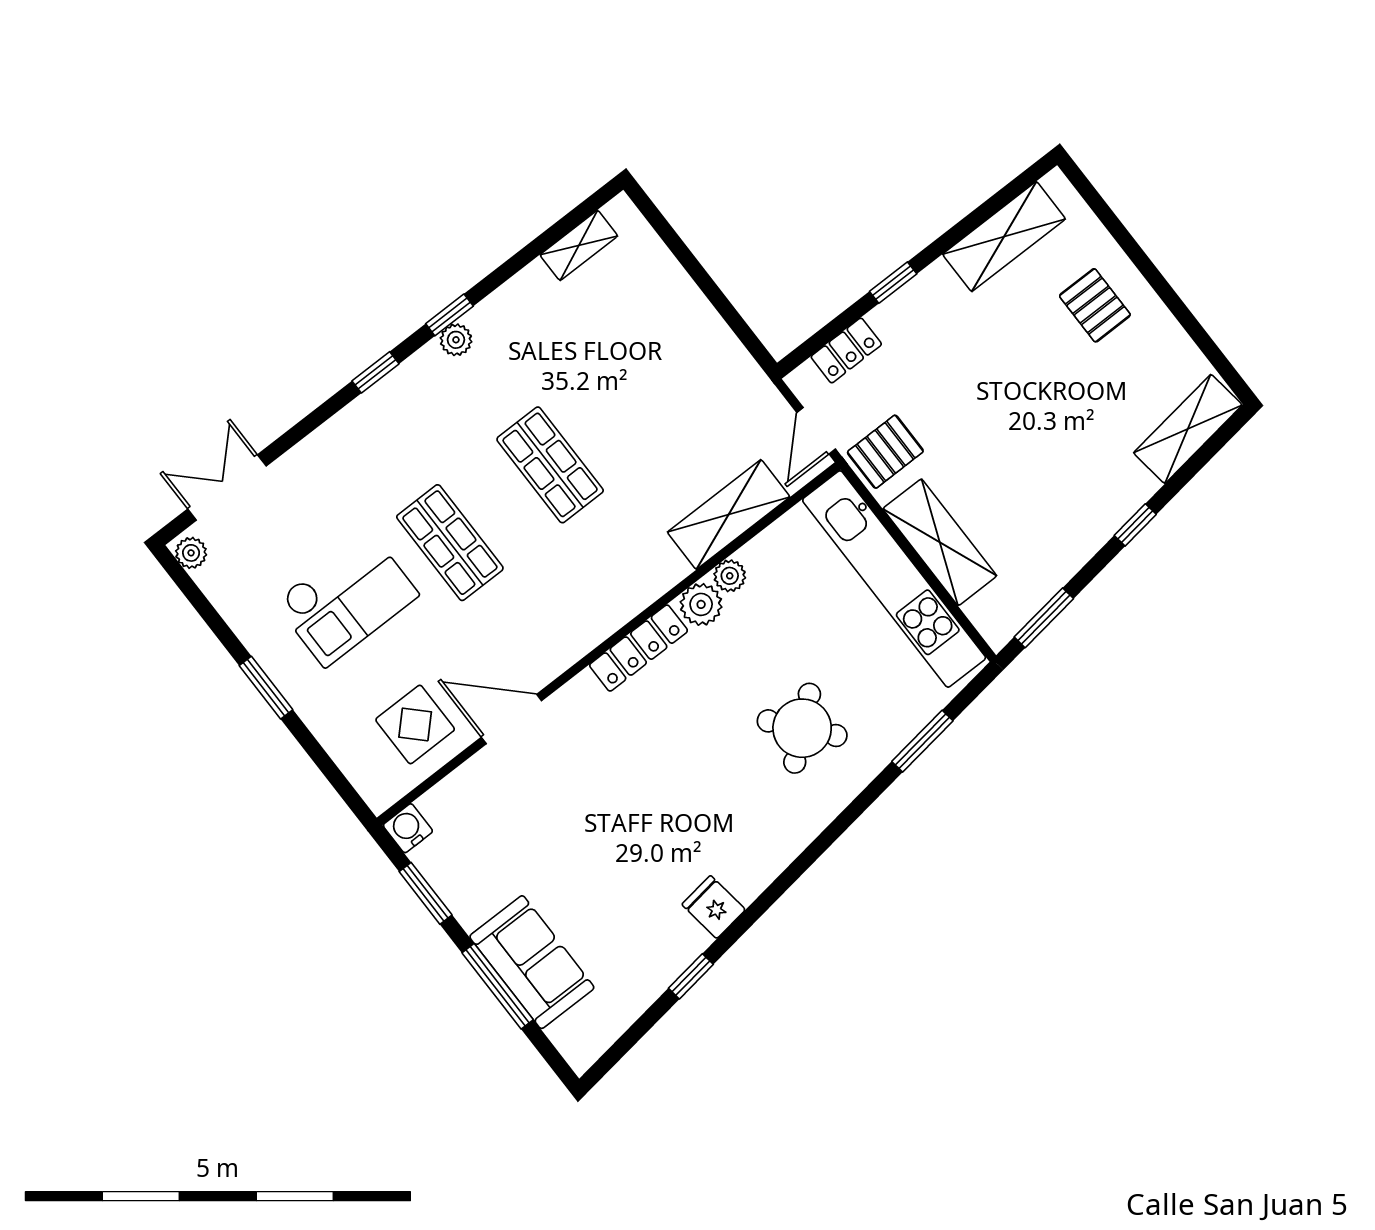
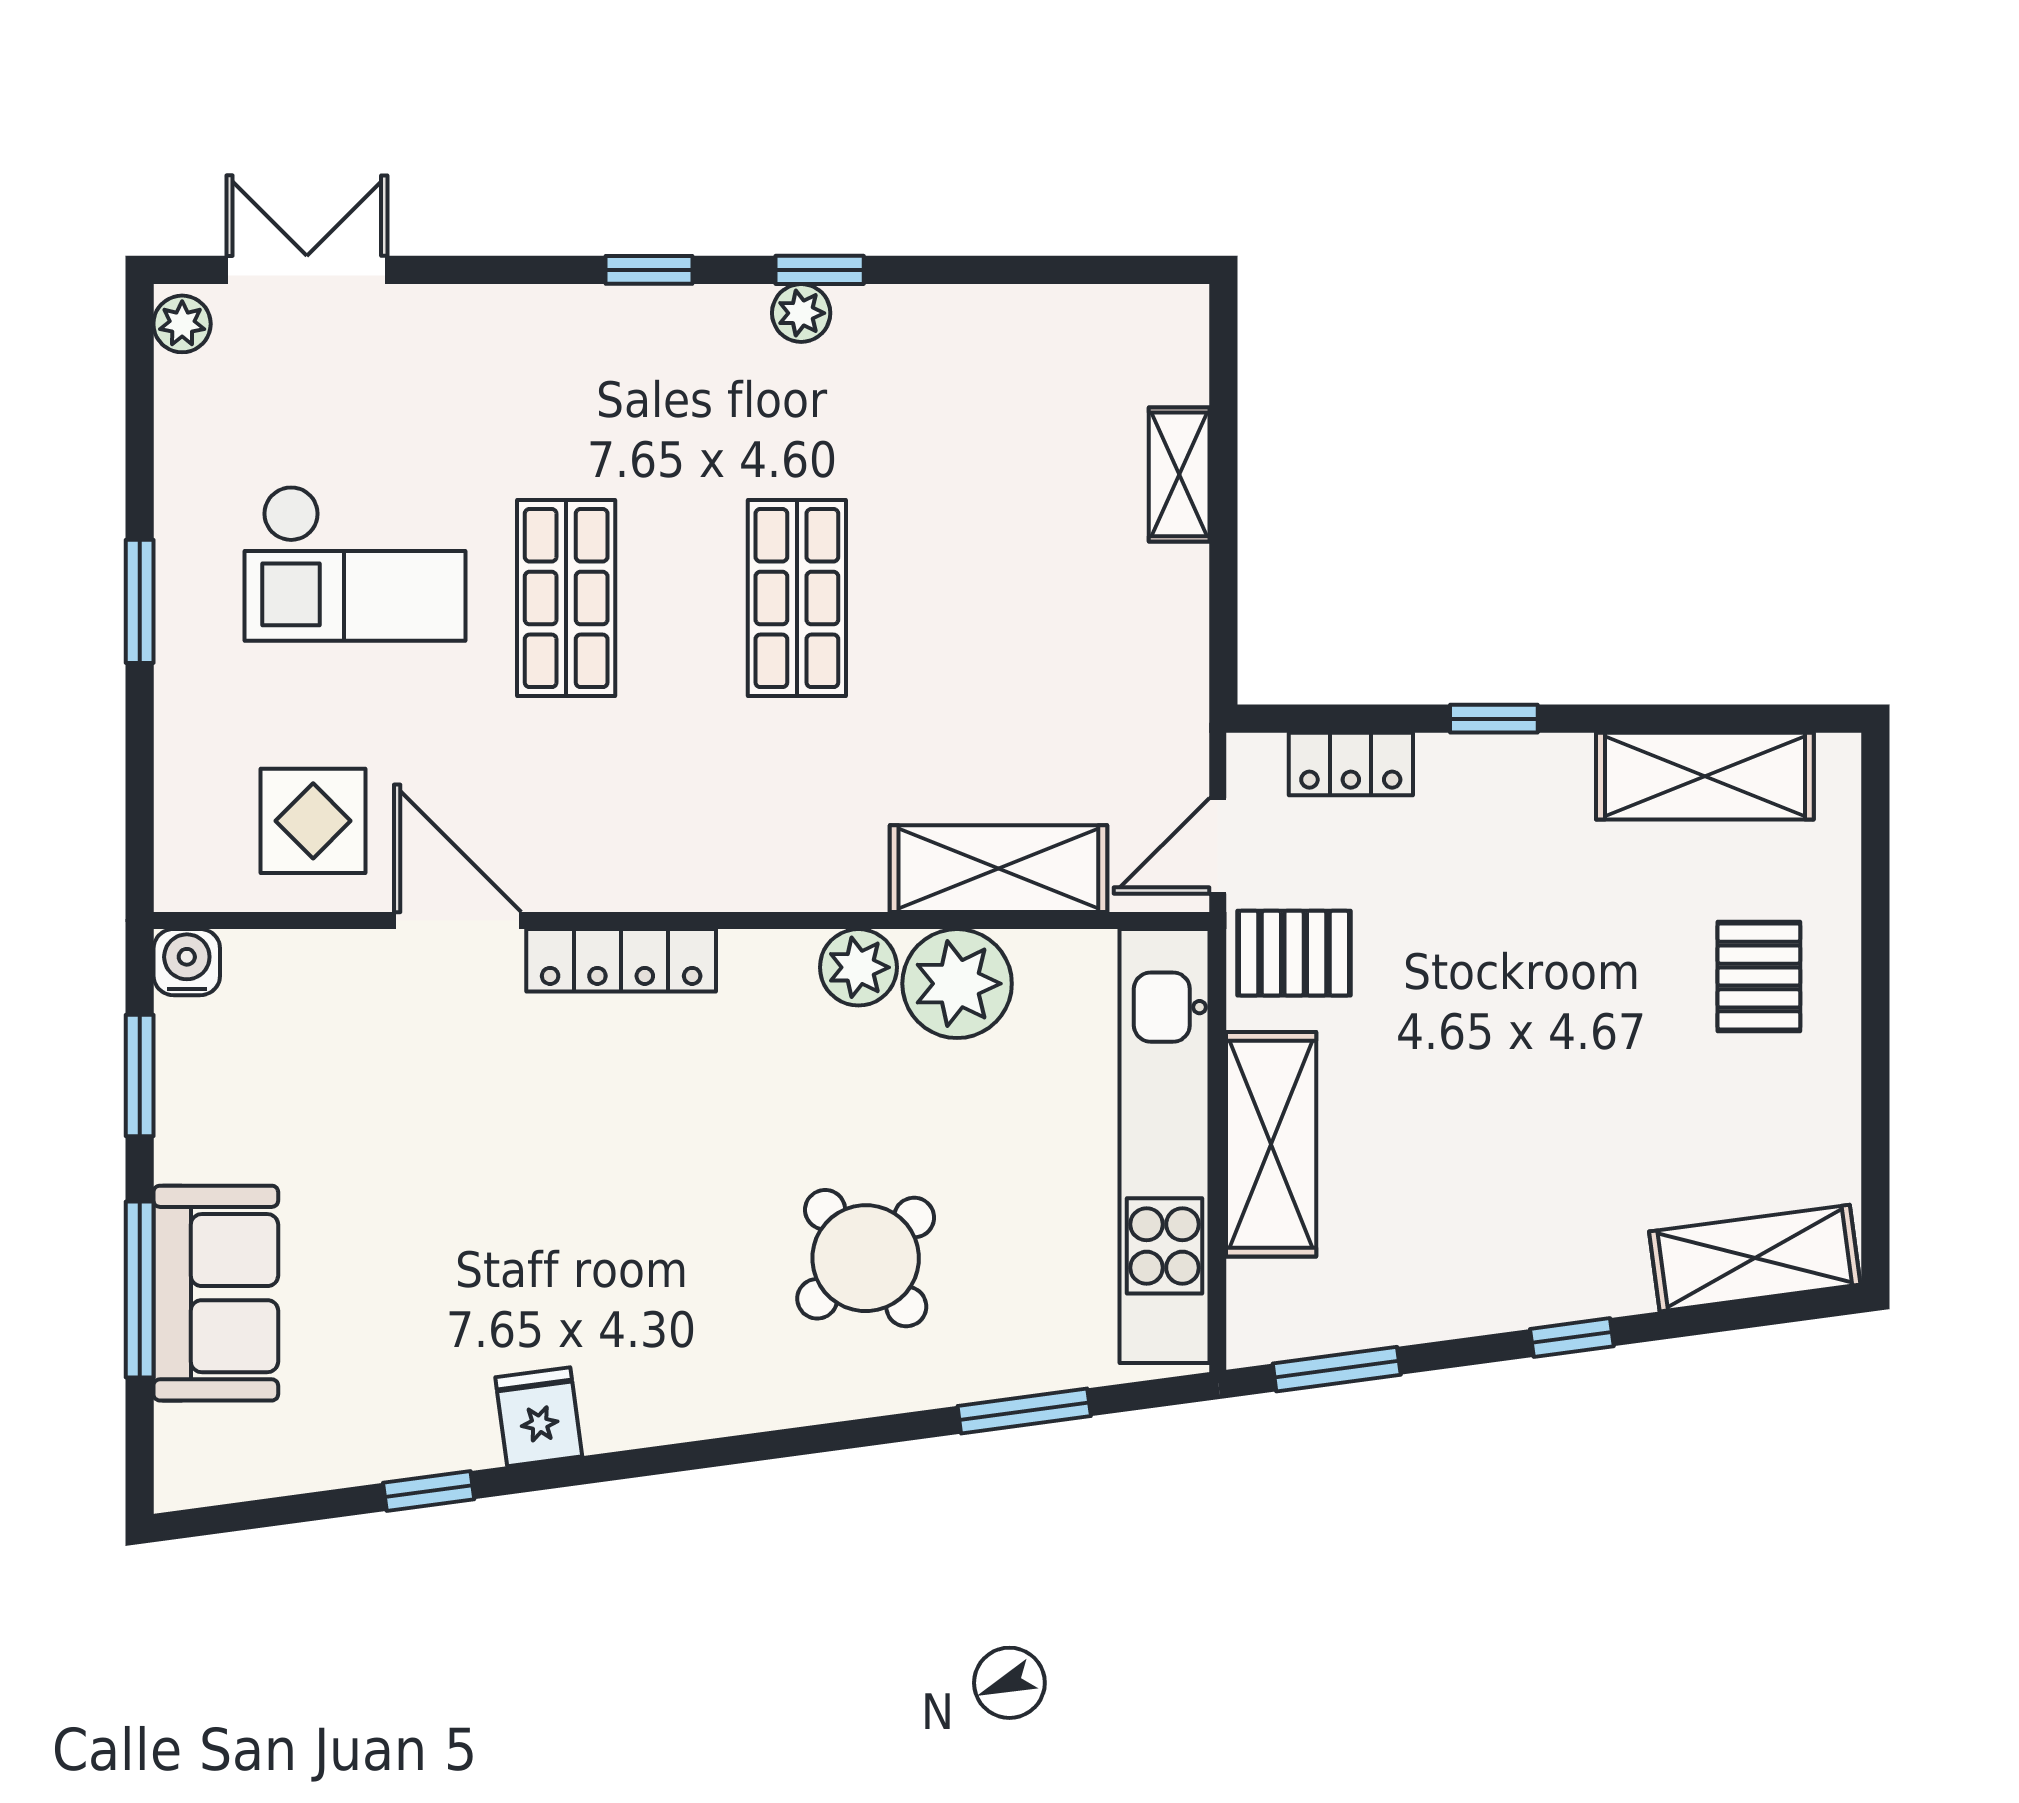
shelving: (579, 245) -> (1179, 474), moved, turned 90
plant: (730, 576) -> (957, 984), width x1.88, depth x1.88
locker: (639, 648) -> (621, 960), moved

